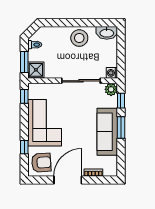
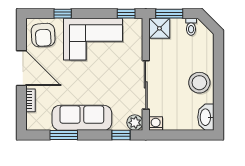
window: (121, 127) -> (64, 135), moved

